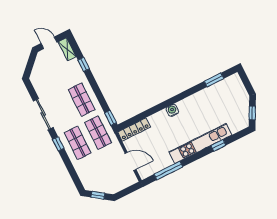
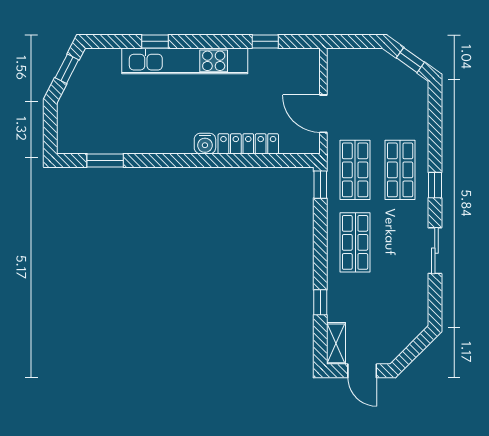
sliding door: (43, 114) -> (435, 251), width x0.73
locker: (134, 129) -> (248, 144), moved
door: (131, 161) -> (323, 114), moved
window: (168, 171) -> (265, 41), width x0.46

